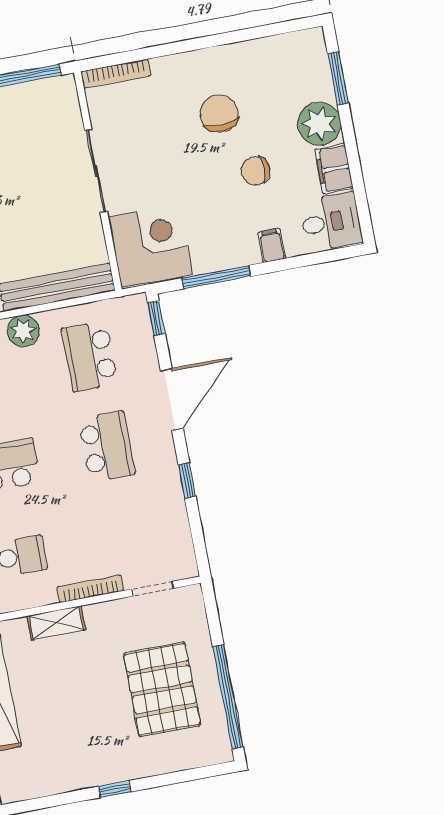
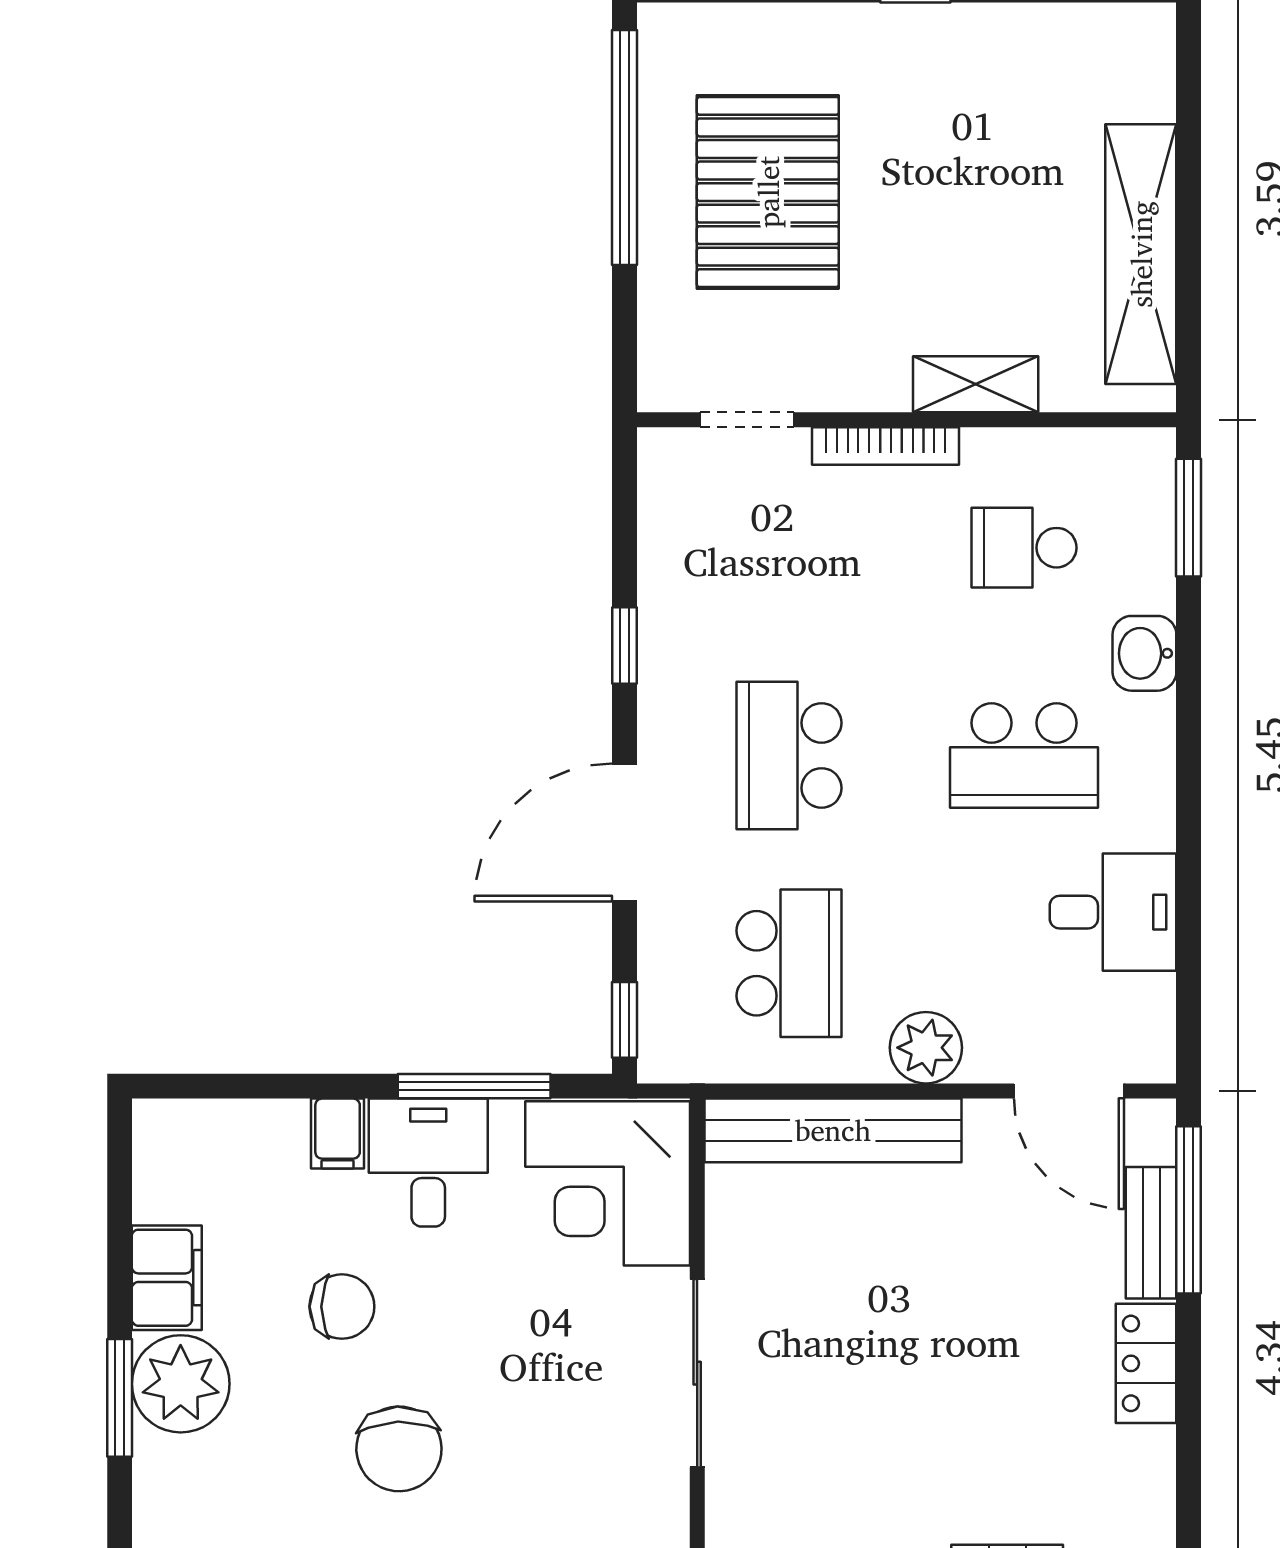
window: (338, 79) -> (120, 1398), moved
desk: (331, 222) -> (428, 1163), moved, turned 90

